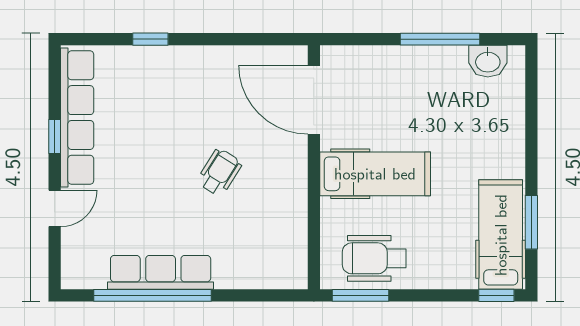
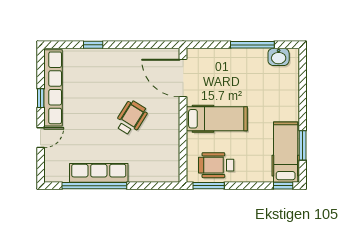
wheelchair: (219, 172) -> (131, 118), width x1.36, depth x1.37

